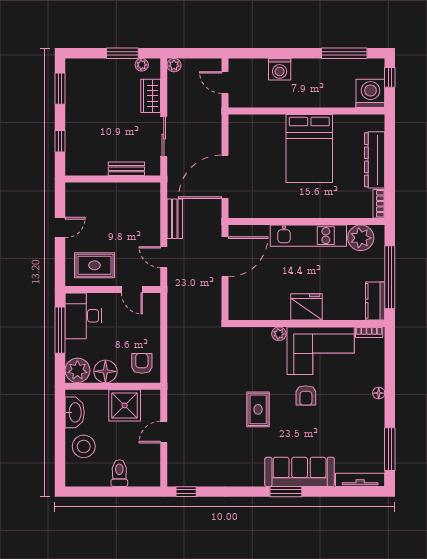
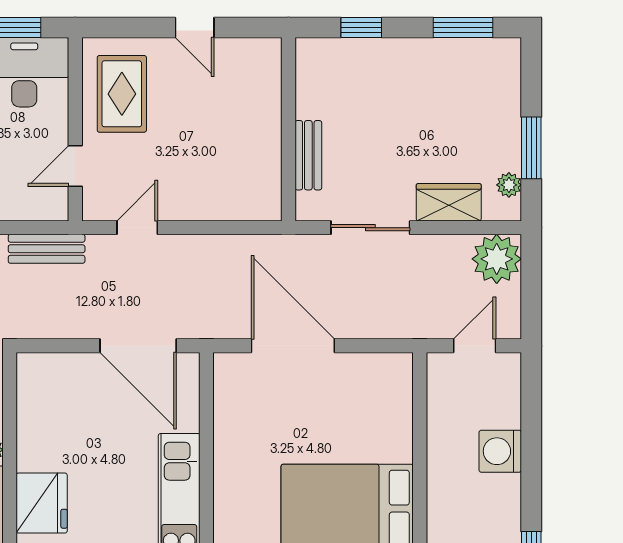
plant: (174, 65) -> (497, 259), width x1.88, depth x1.88
bench: (175, 219) -> (47, 249), moved

